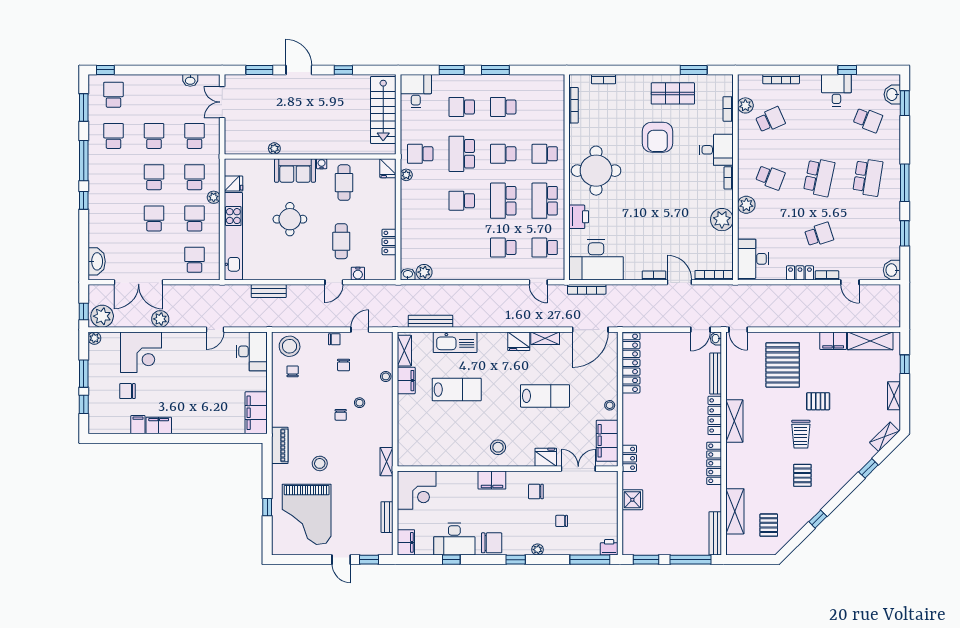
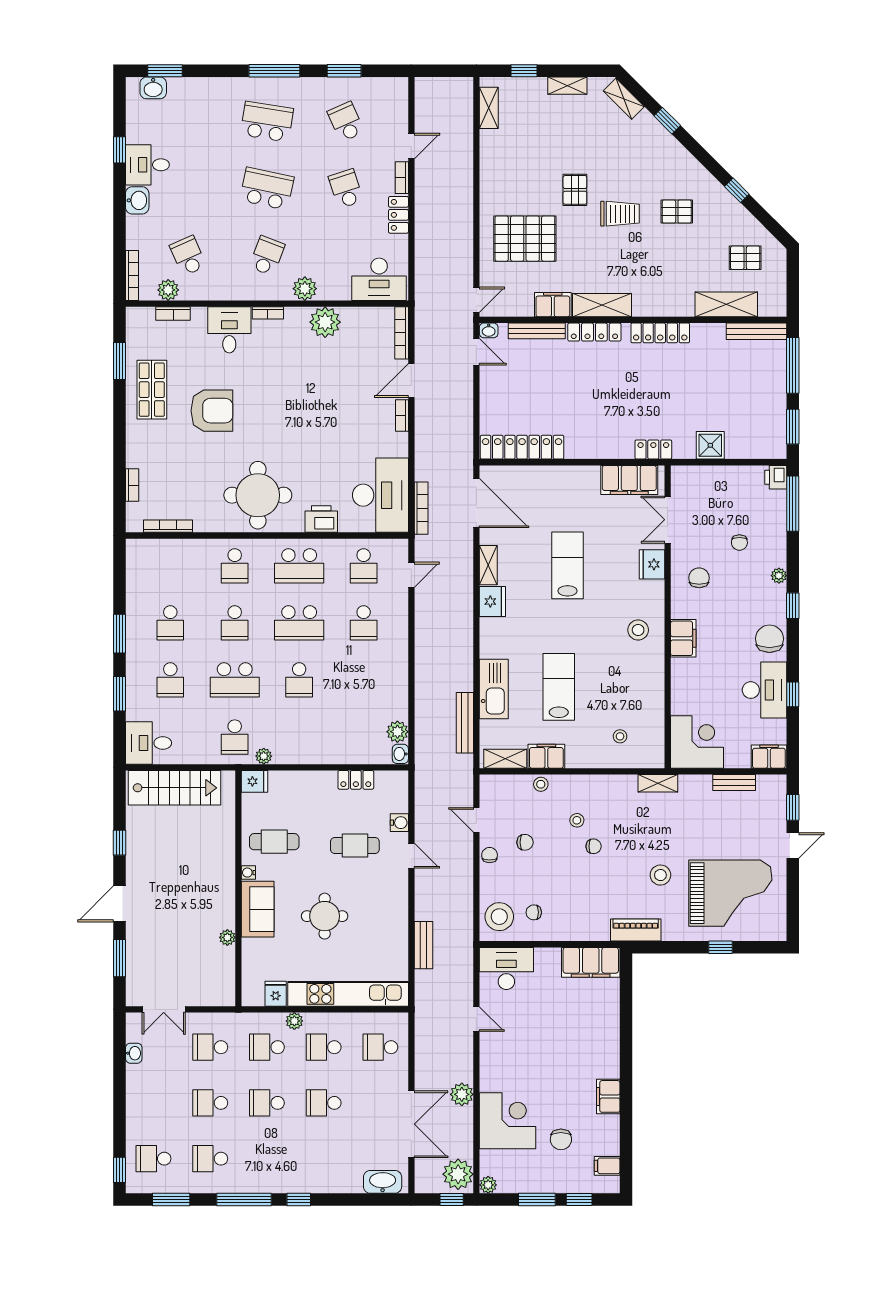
bookcase: (781, 79) -> (132, 275), moved
school desk: (868, 120) -> (346, 122), moved, turned -45
washbasin: (892, 270) -> (137, 200), moved, turned -90
filing cabinet: (833, 341) -> (553, 305), moved, turned -90
shelving: (870, 341) -> (489, 108), width x0.67, depth x0.75
stool: (610, 405) -> (620, 736), moved
filing cabinet: (138, 425) -> (607, 1166), moved
chair: (536, 492) -> (699, 578), turned 180

